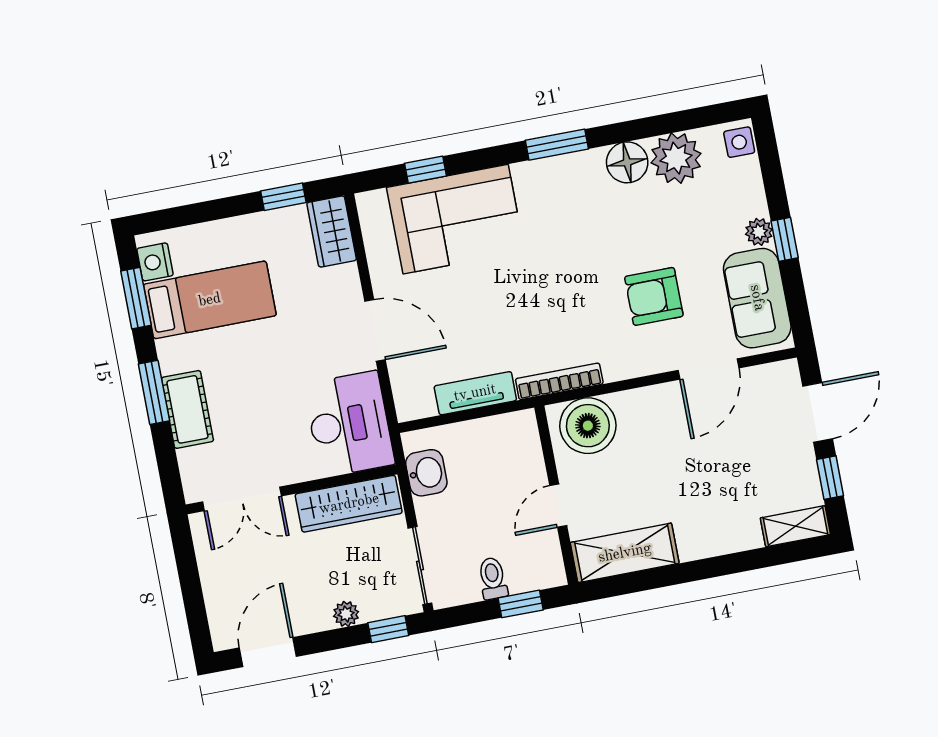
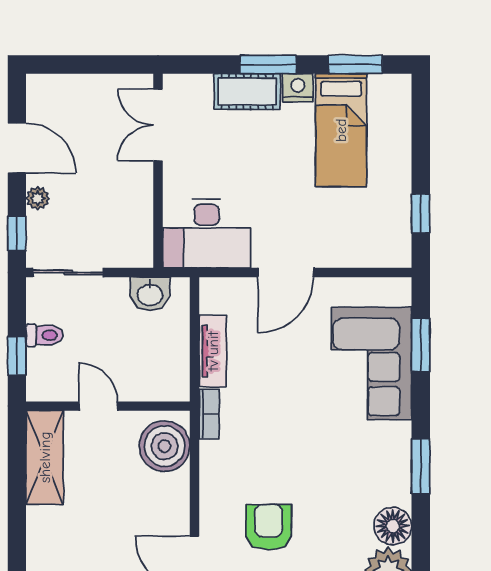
window: (426, 170) -> (421, 345), width x1.50
wardrobe: (332, 231) -> (382, 251), removed
nightstand: (155, 262) -> (298, 88), moved
bookcase: (559, 381) -> (209, 414), width x0.64
wardrobe: (349, 504) -> (136, 219), removed
door: (268, 652) -> (17, 148), moved

